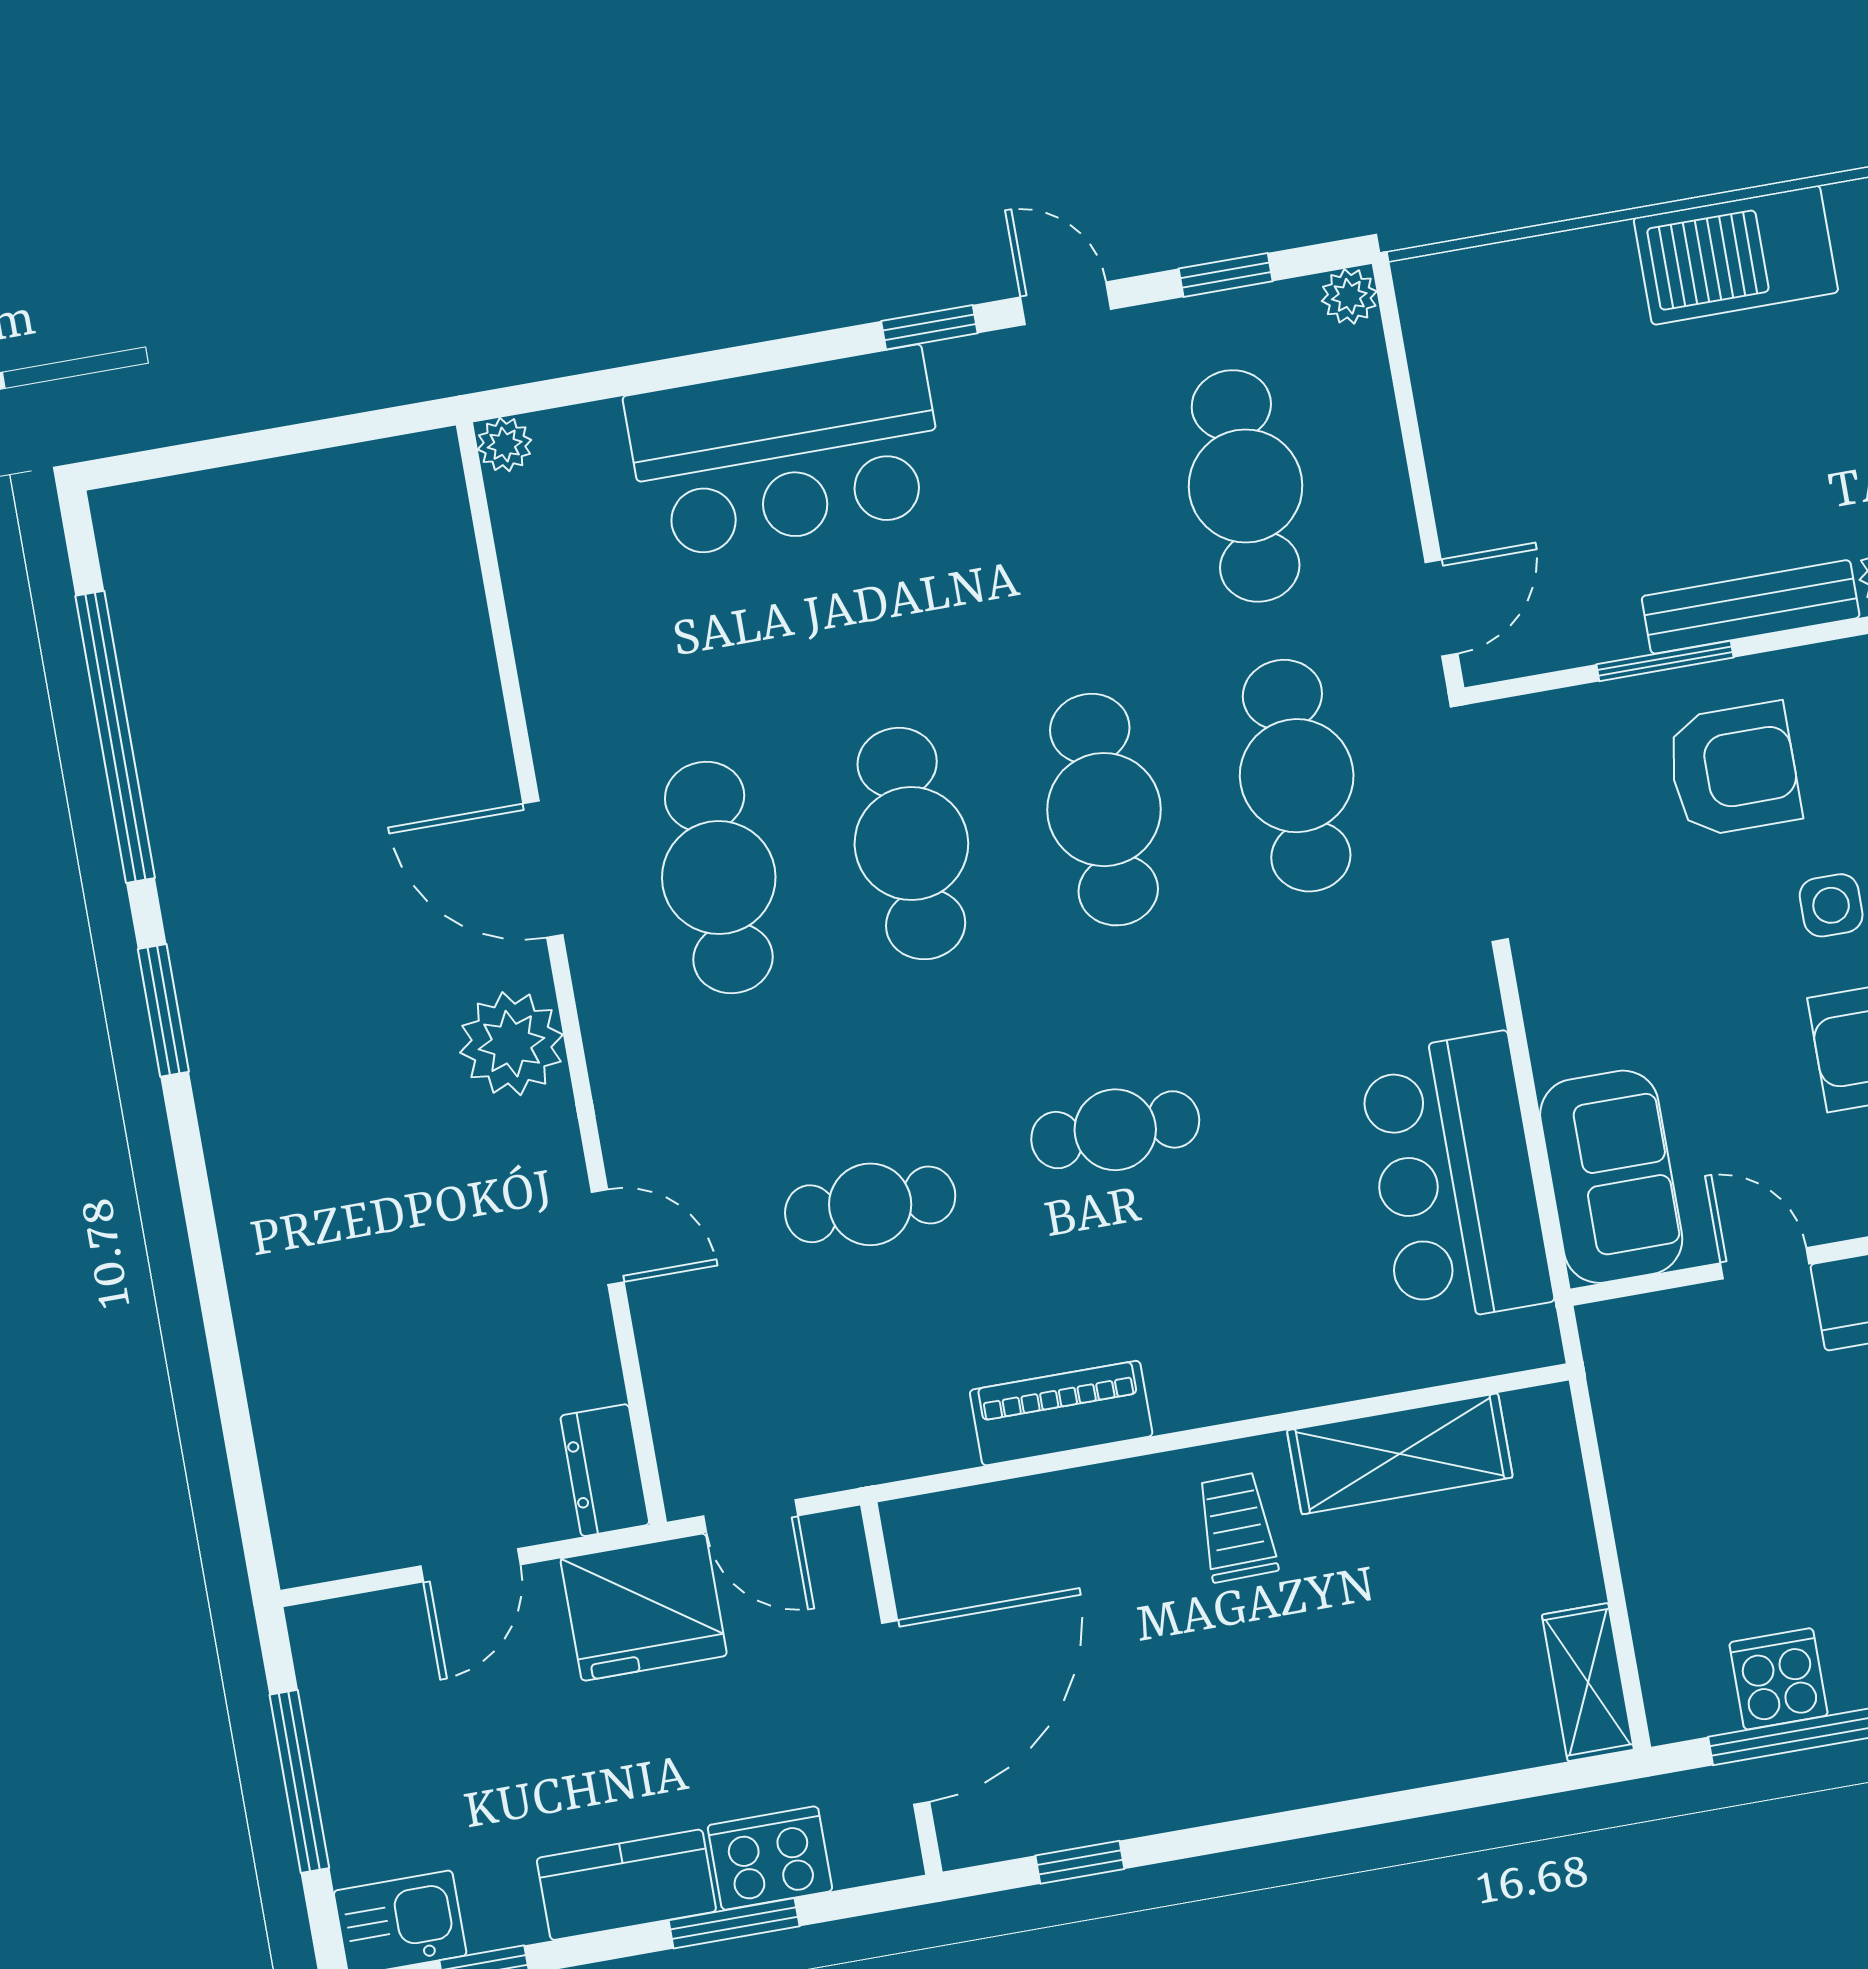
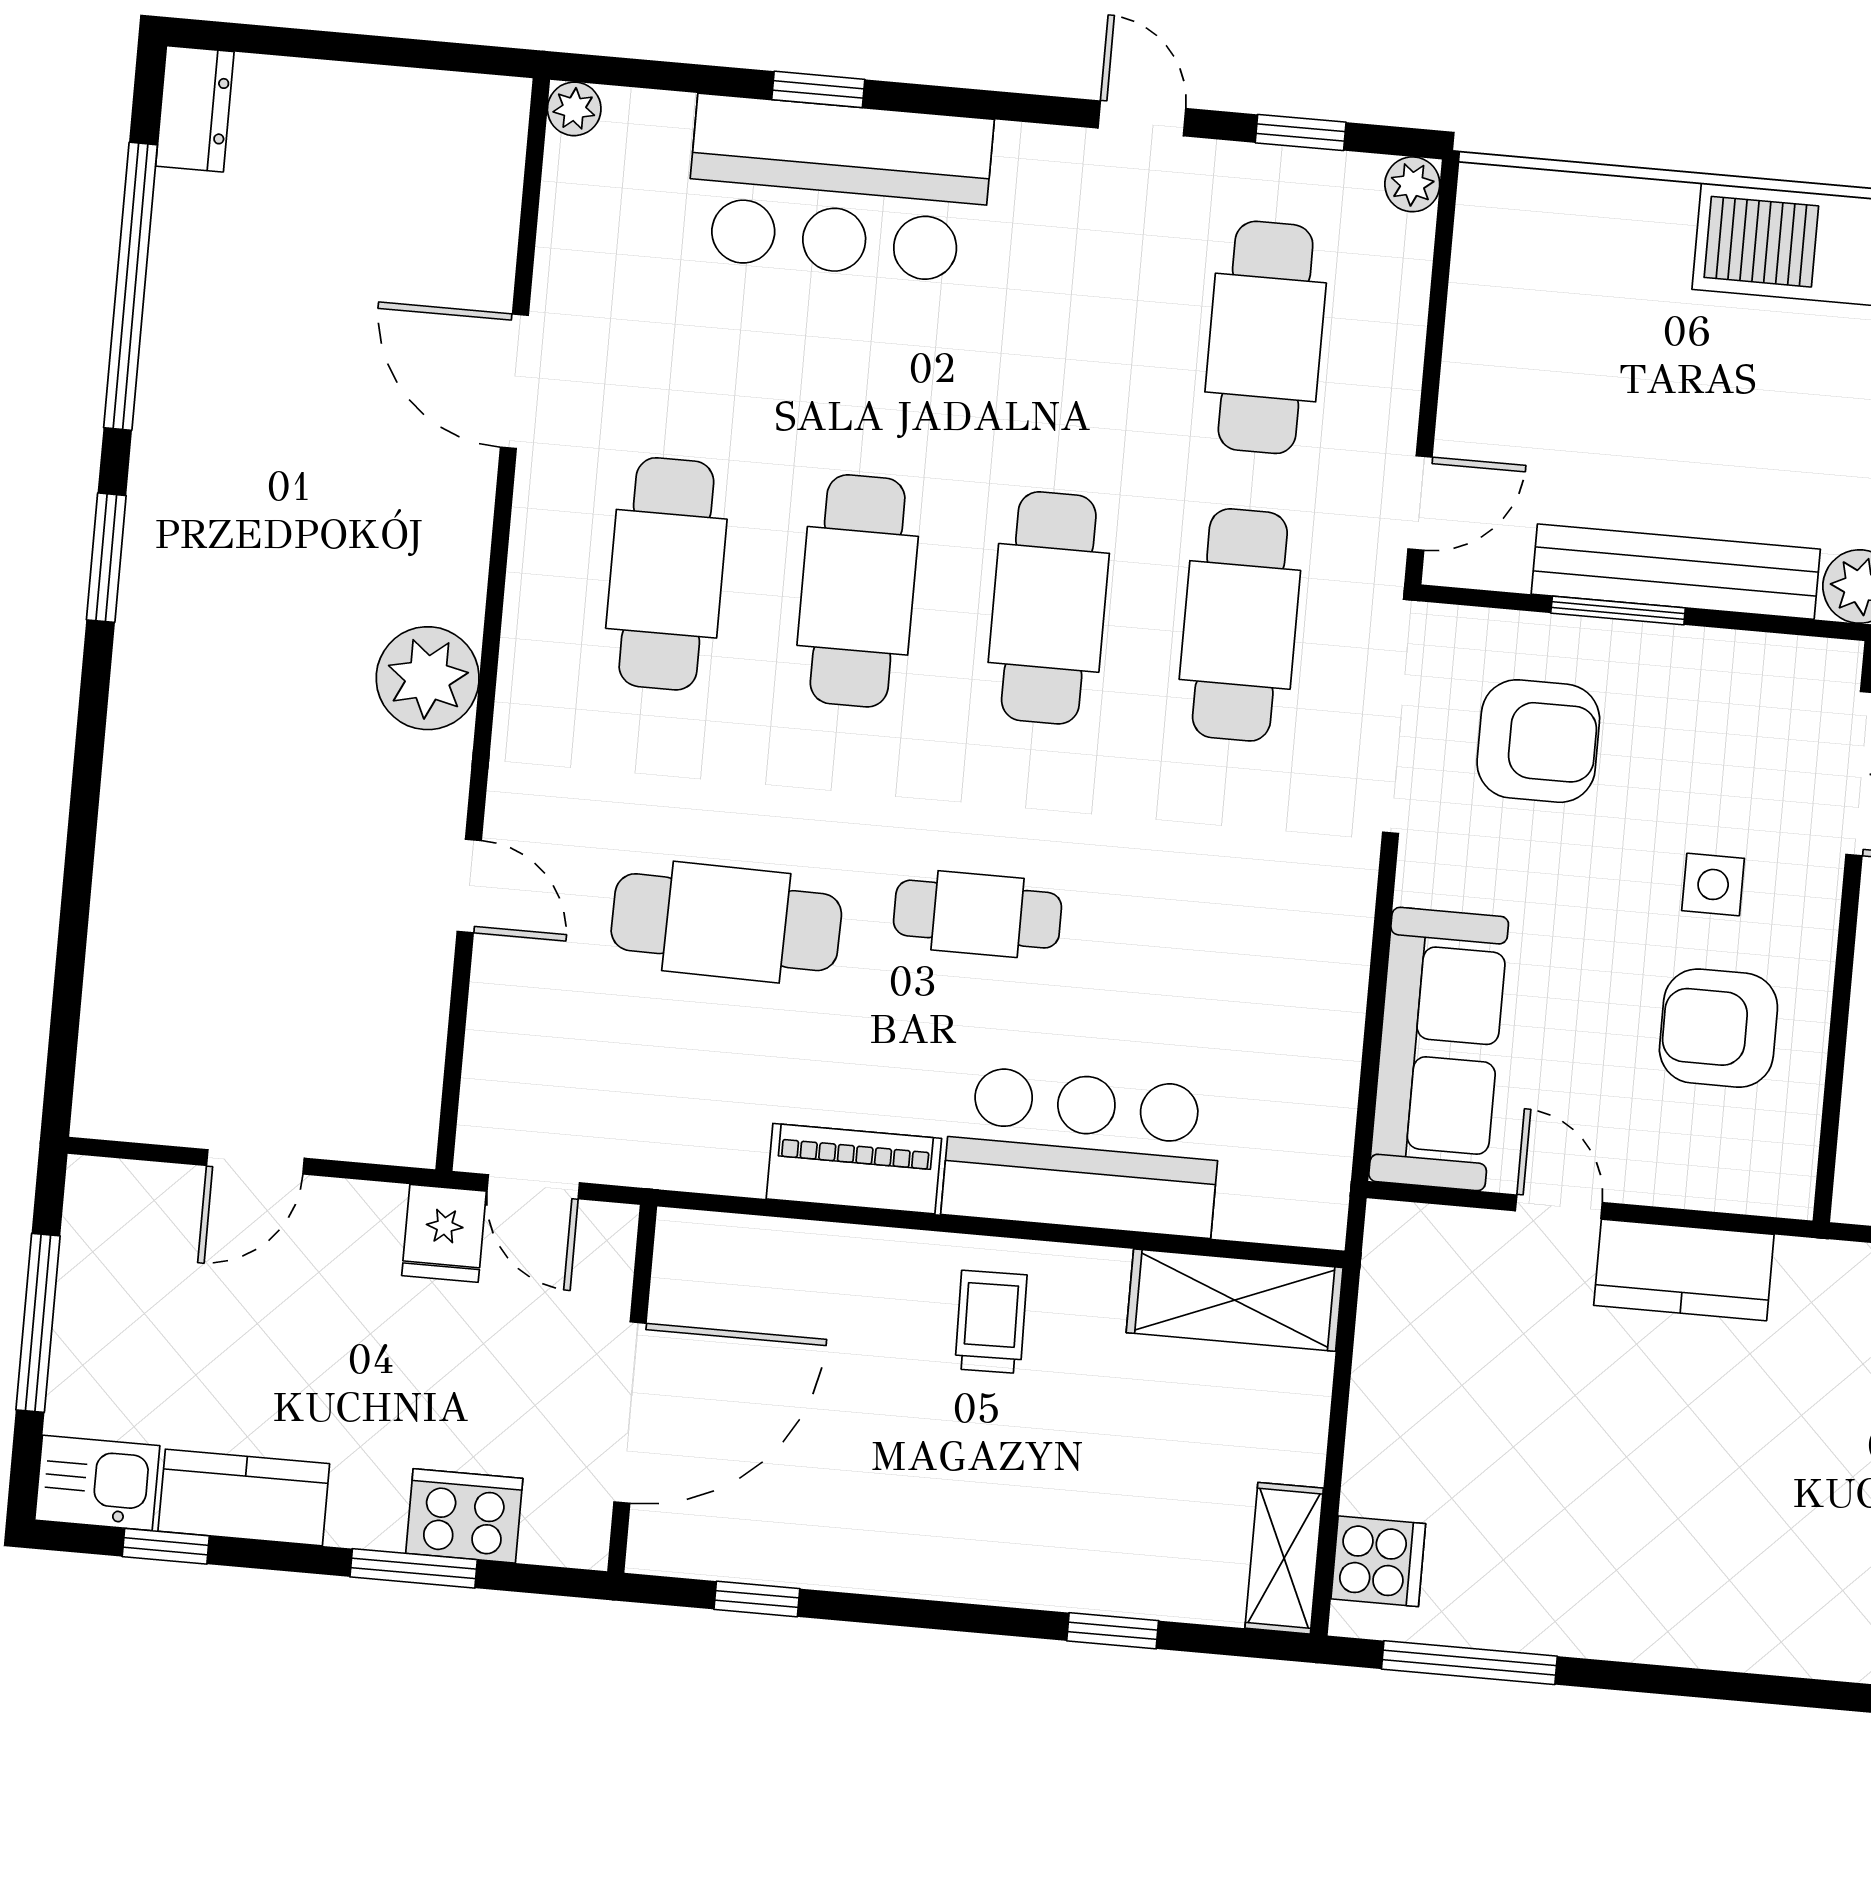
window: (929, 327) -> (818, 89), moved
bench: (1751, 607) -> (1676, 572), width x1.37, depth x1.21
armchair: (1733, 769) -> (1538, 741), moved
door: (543, 869) -> (514, 381), moved
sofa: (1611, 1177) -> (1439, 1049), width x1.36
bar counter: (1455, 1179) -> (1082, 1152), moved, turned 90
cafe table: (870, 1204) -> (726, 922), width x1.37, depth x1.35
shelving: (1400, 1454) -> (1235, 1300), moved
dresser: (605, 1470) -> (195, 109), moved, turned 180
fridge: (644, 1607) -> (444, 1233), width x0.53, depth x0.75
cooker: (1779, 1679) -> (1378, 1561), moved, turned 90
window: (1438, 1799) -> (1113, 1631), added
kitchen counter: (626, 1885) -> (244, 1497), moved

